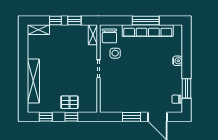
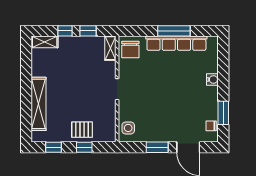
side table: (115, 53) -> (128, 128), moved

